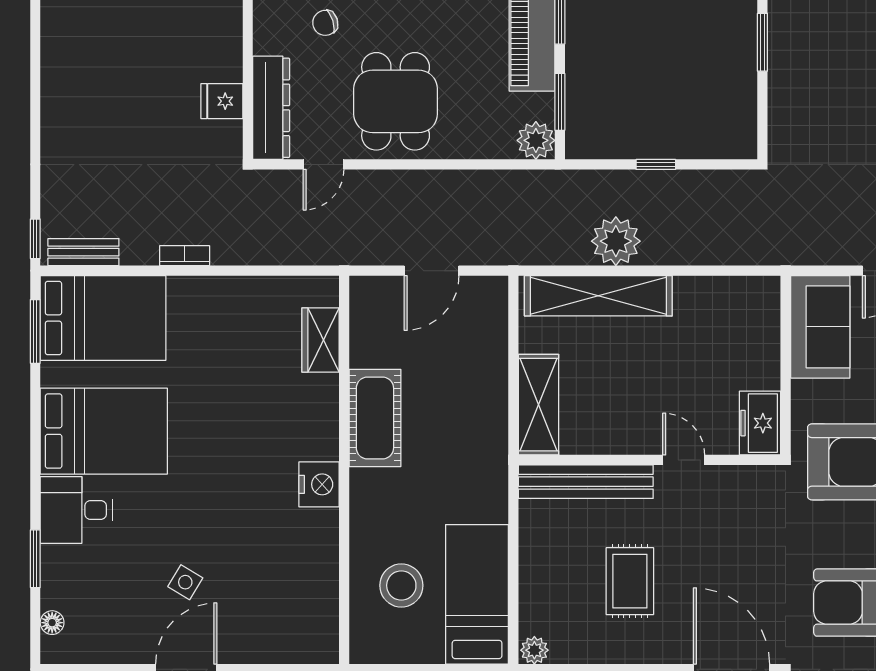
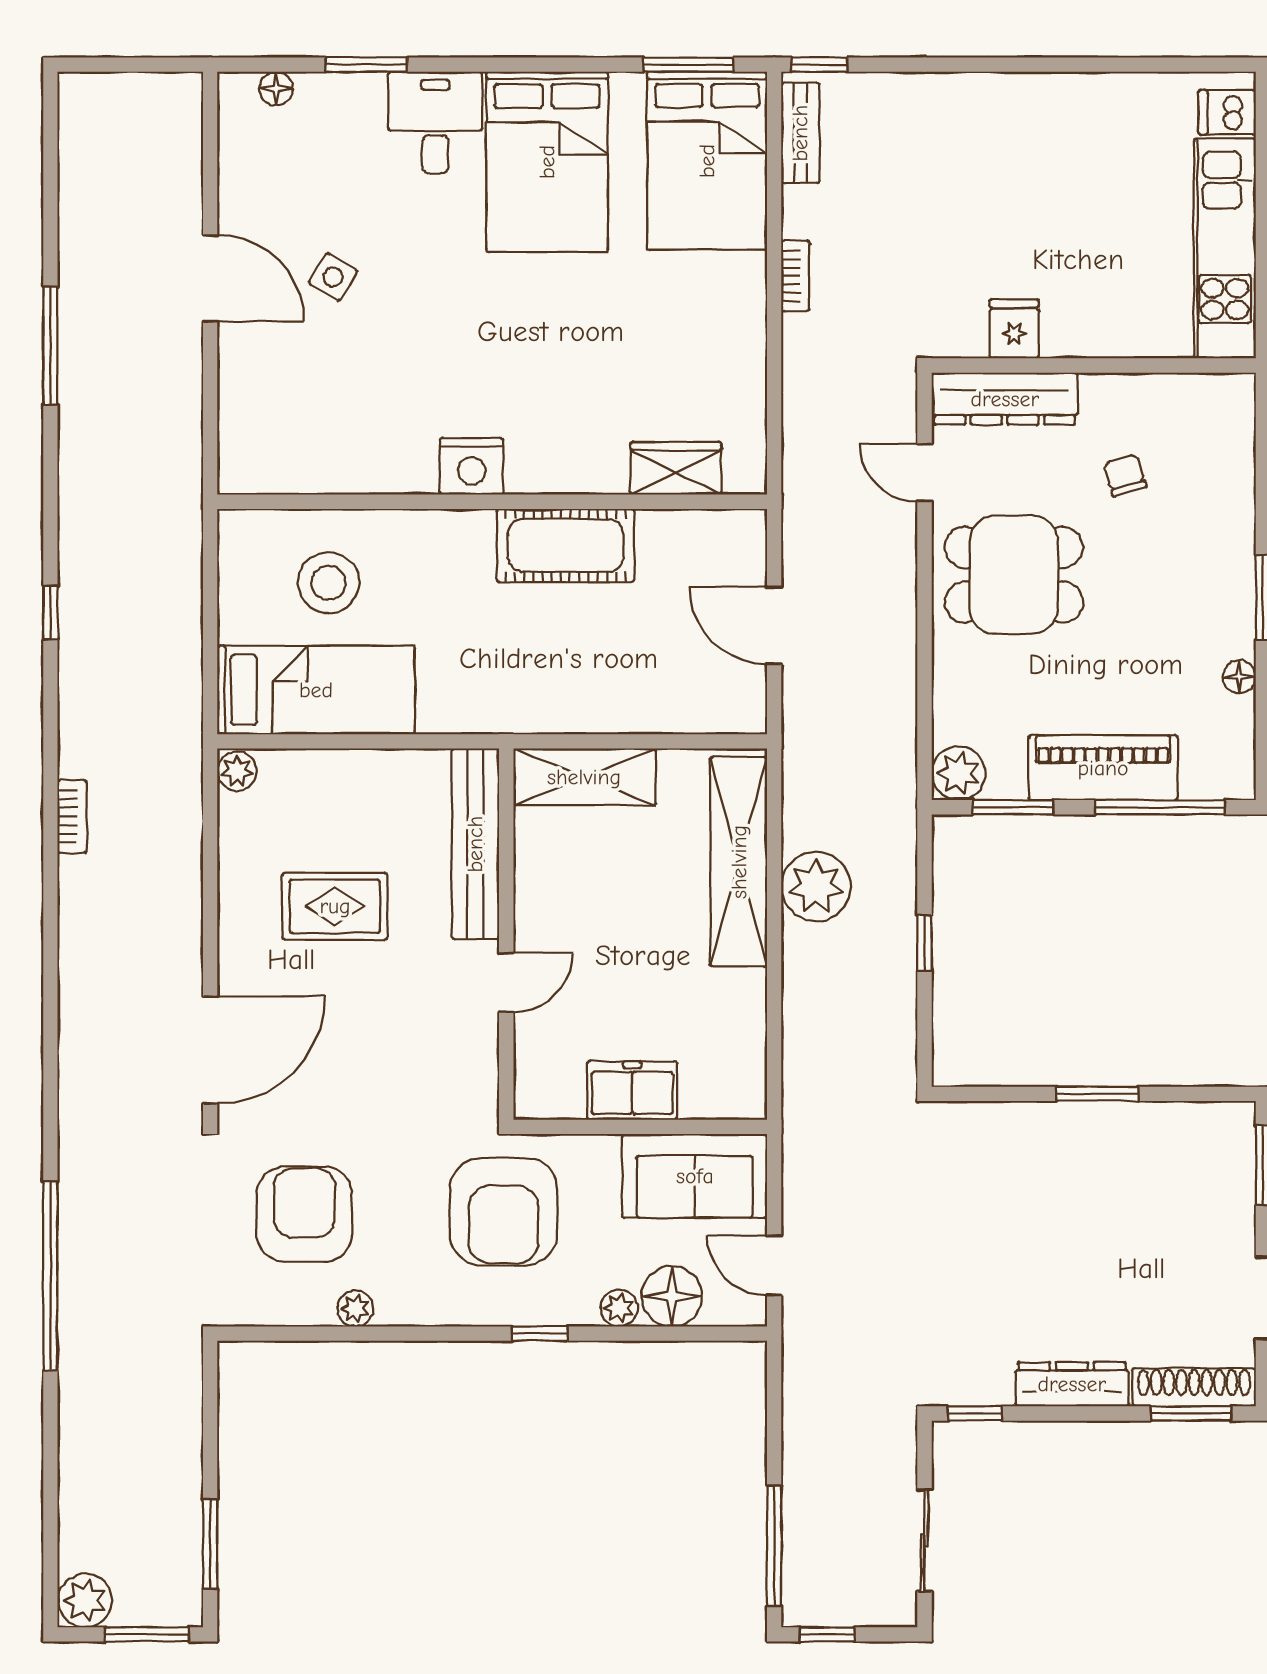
freezer: (760, 423) -> (632, 1090), moved

